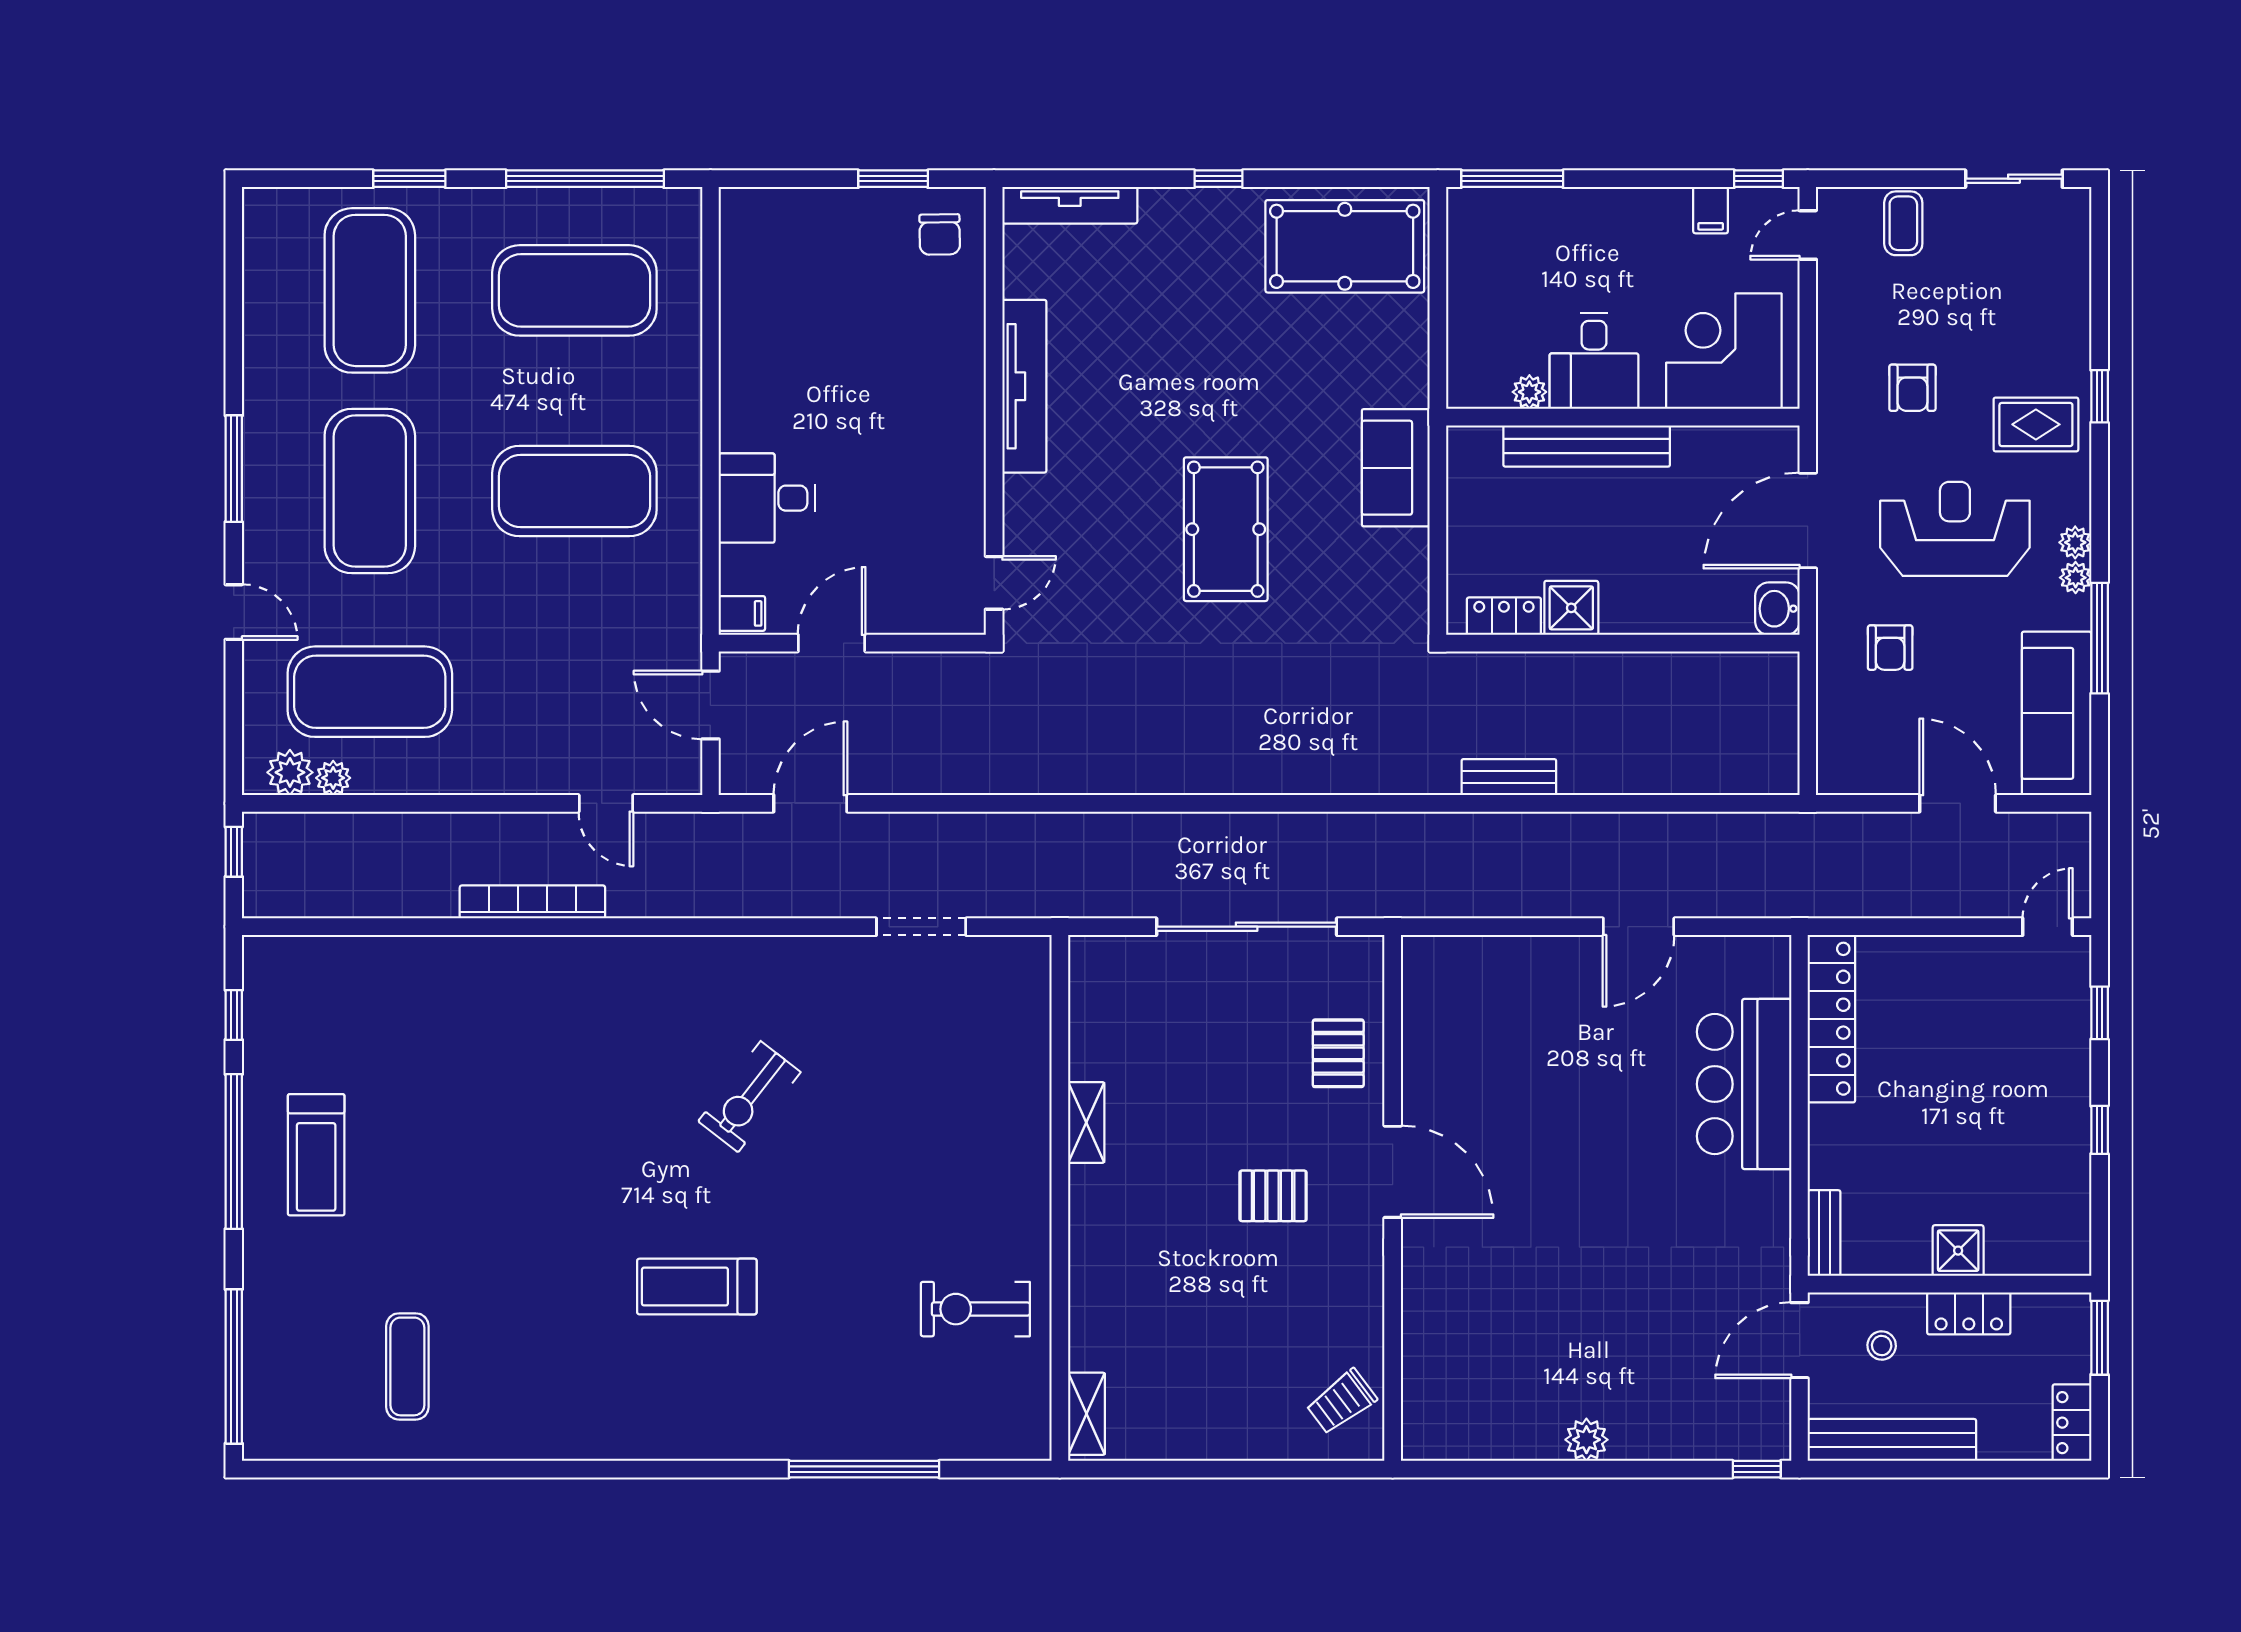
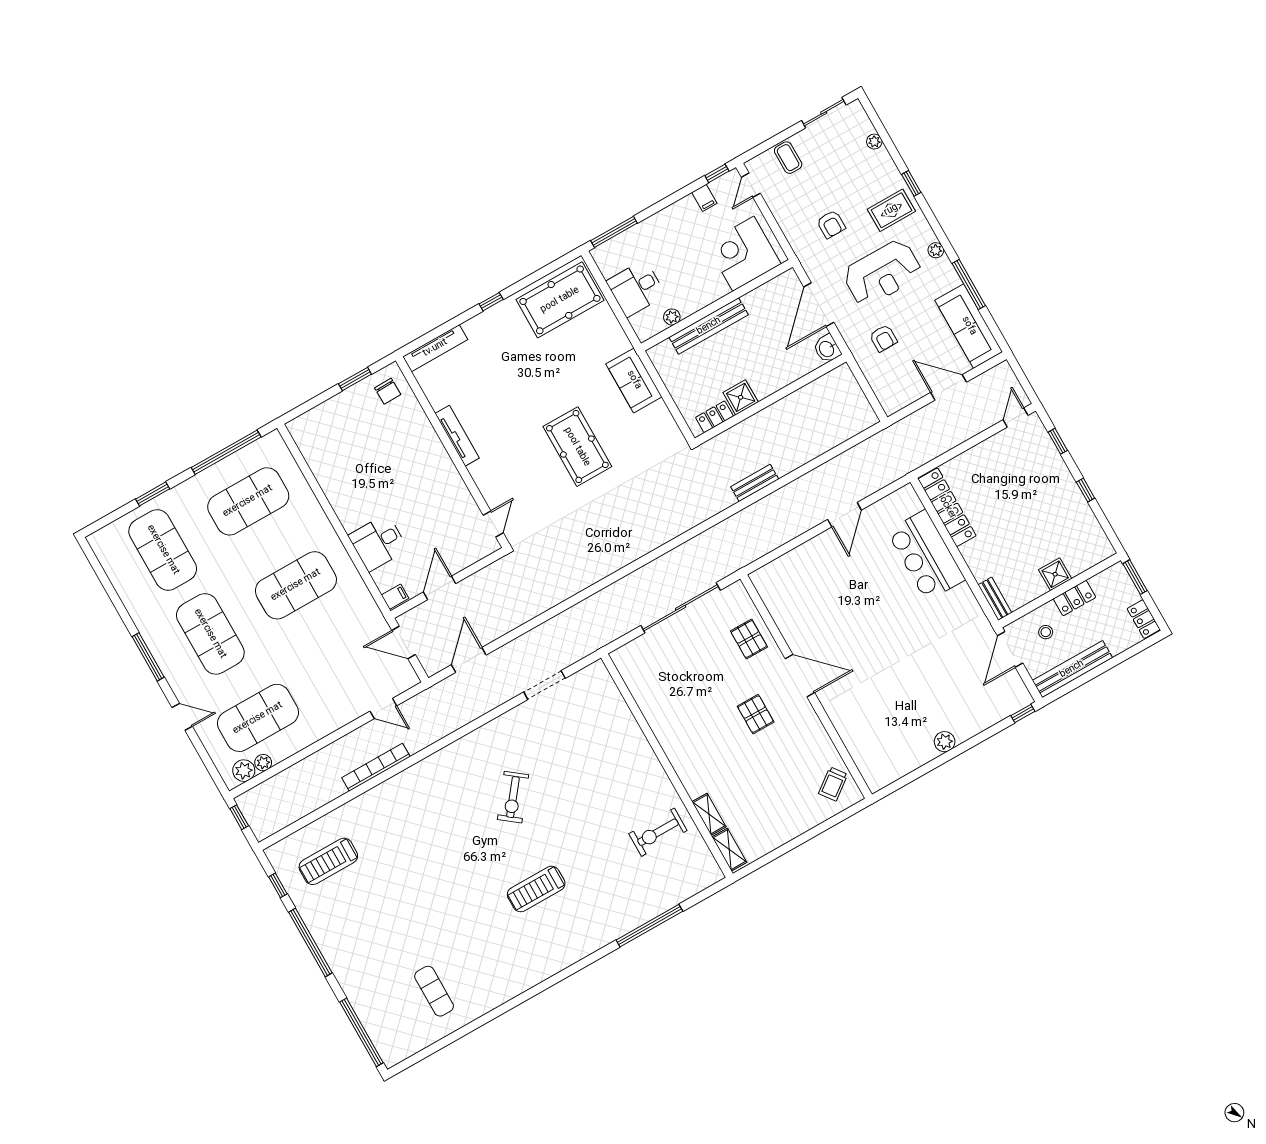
desk: (1594, 361) -> (636, 288), moved, turned 90
tv unit: (1024, 386) -> (457, 436), width x0.73, depth x0.78
reception desk: (1955, 529) -> (882, 273), turned 180
plant: (2076, 578) -> (874, 142), moved
shelving: (1086, 1122) -> (709, 814), moved
treadmill: (316, 1155) -> (328, 861), moved, turned 90
pallet: (1273, 1196) -> (756, 714), turned 90

